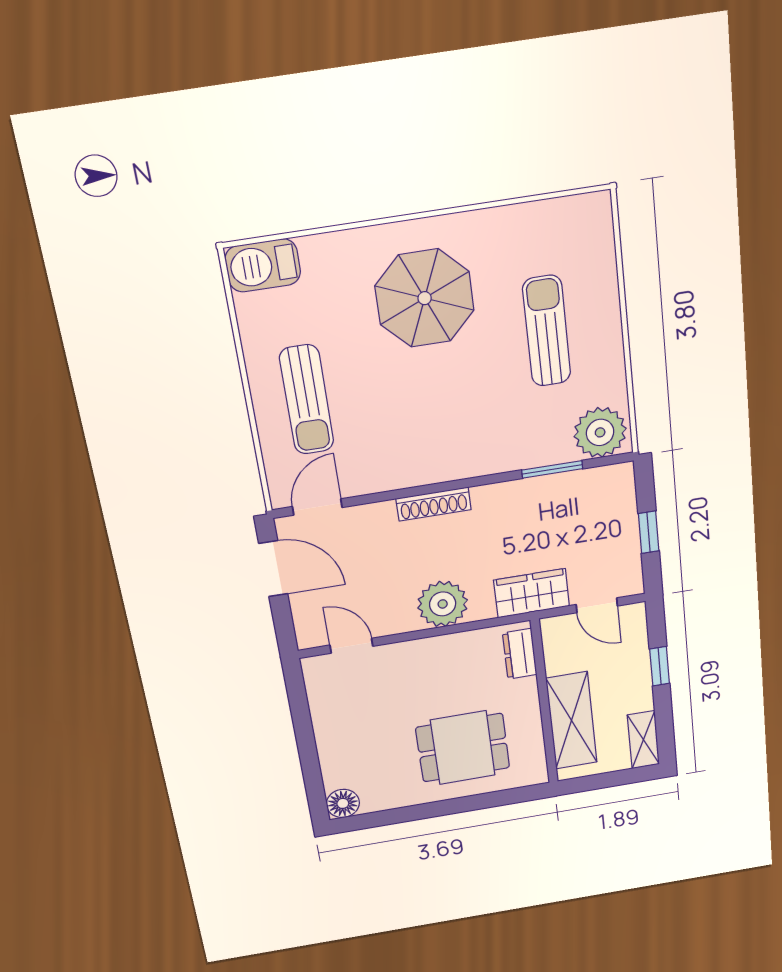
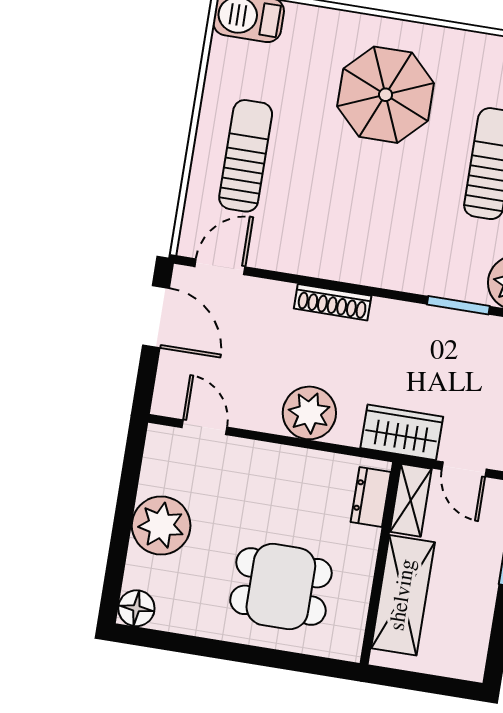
sun lounger: (307, 400) -> (246, 156), turned 180
plant: (341, 735) -> (161, 525), added
shelving: (643, 740) -> (411, 500), moved

